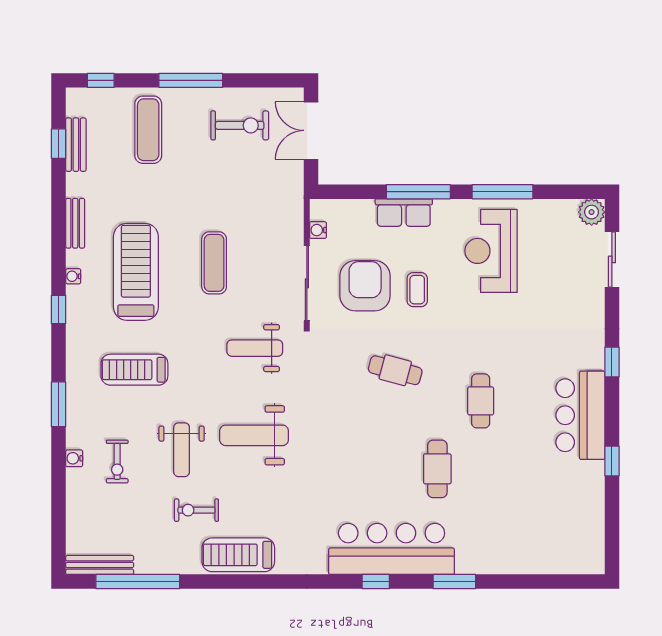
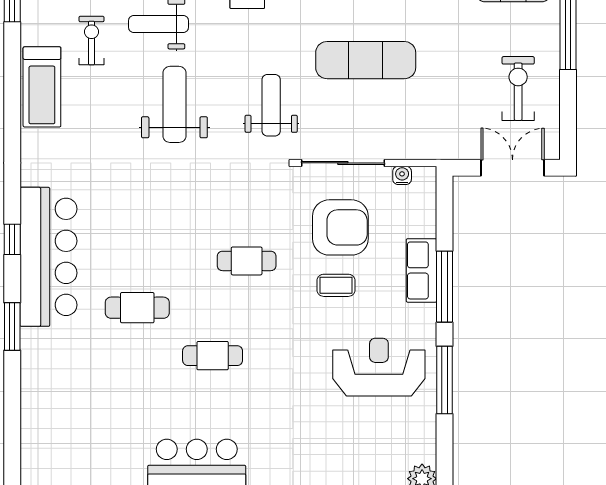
exercise bike: (240, 125) -> (518, 89), turned 180
exercise mat: (214, 263) -> (366, 60), width x1.36, depth x1.45
cafe table: (395, 370) -> (247, 261), turned 75
treadmill: (238, 555) -> (42, 87), turned 180

